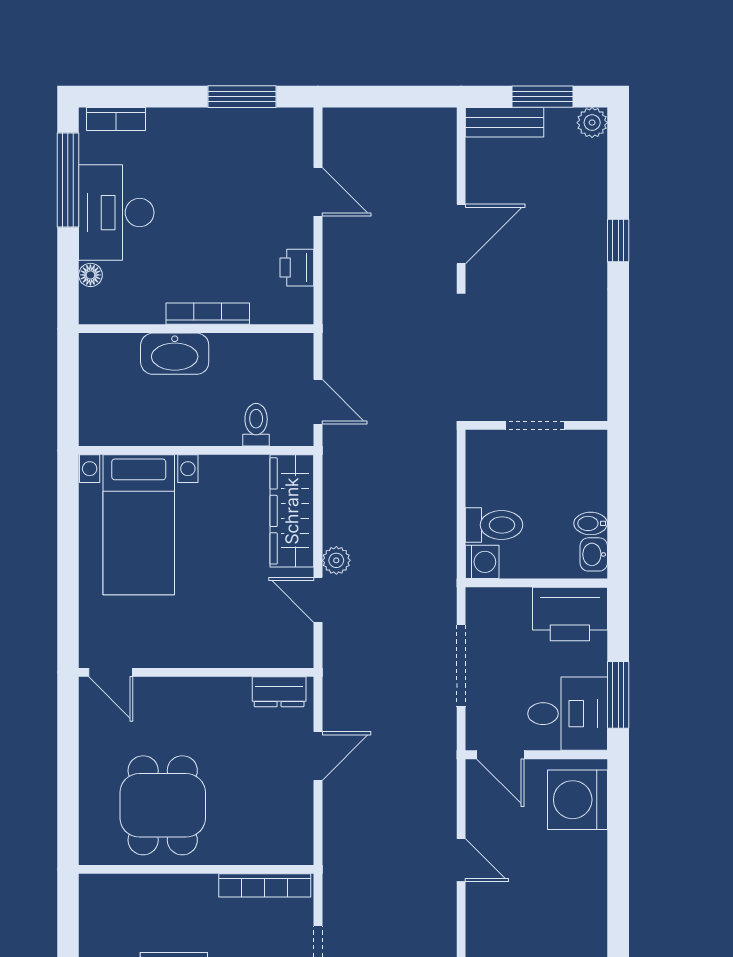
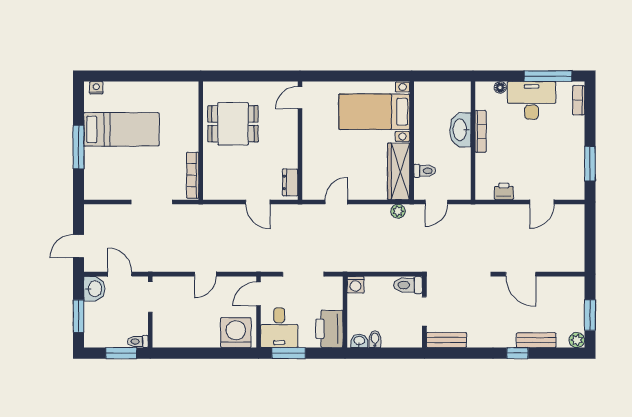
bench: (505, 122) -> (536, 340), moved, turned 90
bookcase: (208, 314) -> (481, 131), moved
bench: (592, 381) -> (446, 340), added
wardrobe: (292, 511) -> (399, 171), moved, turned -90
toilet: (494, 525) -> (408, 285), moved, turned 90
plant: (336, 560) -> (398, 211), moved

